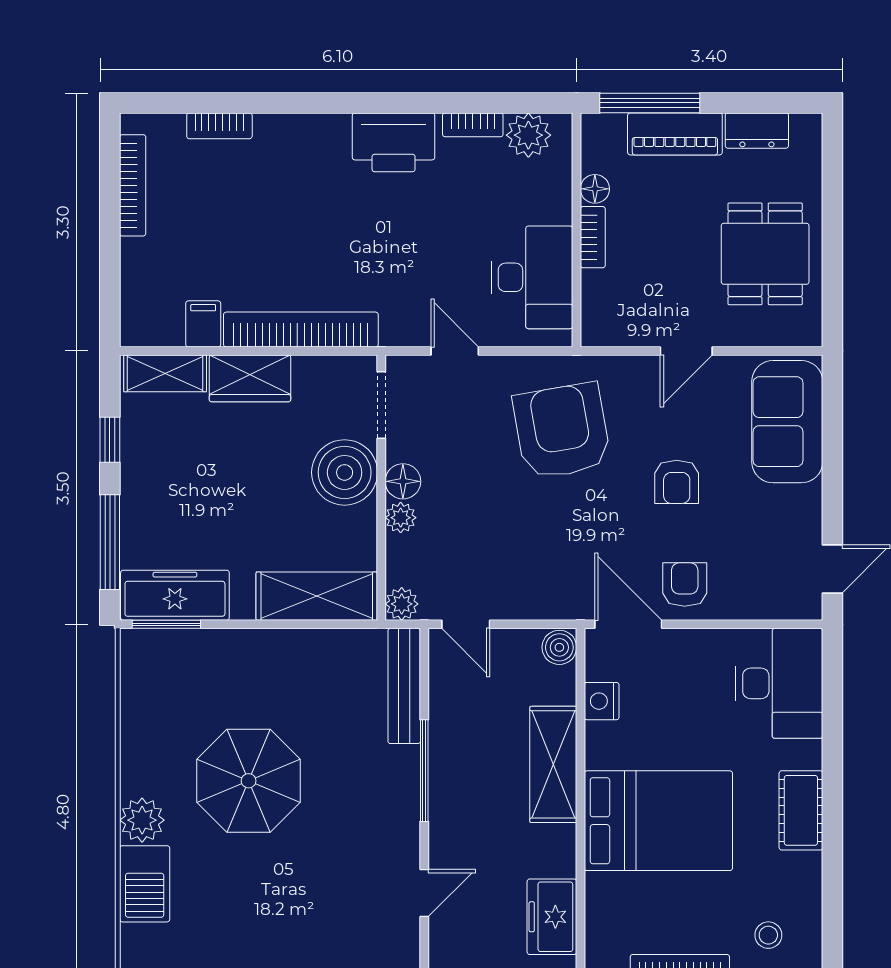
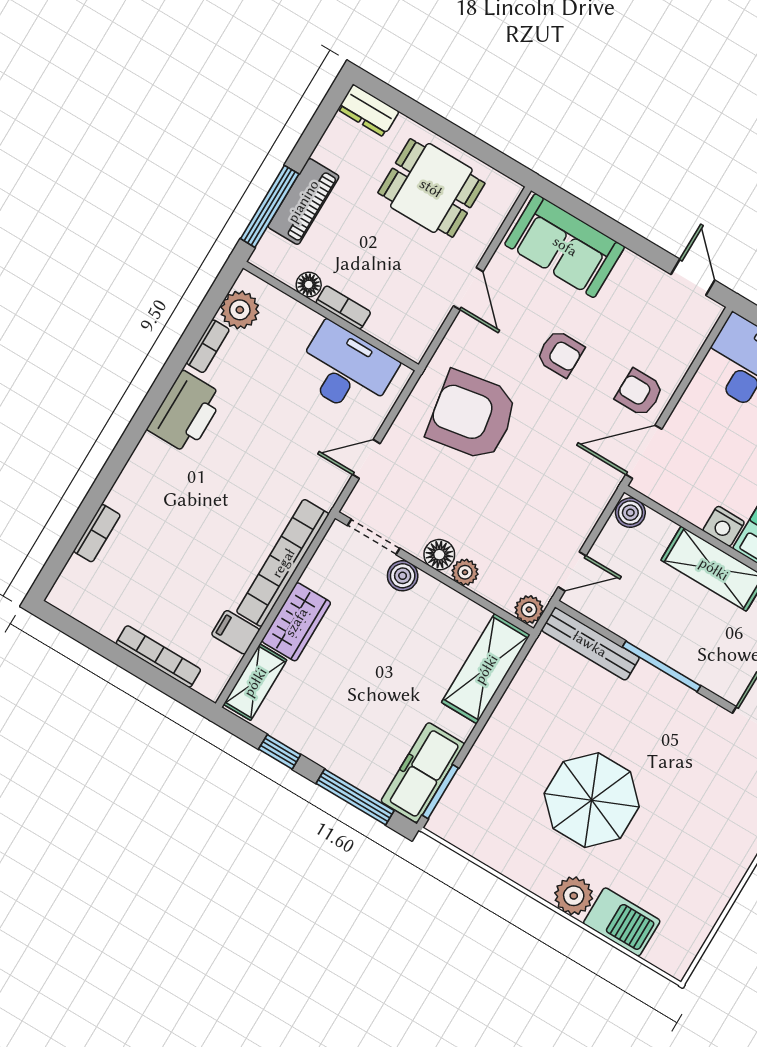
dresser: (757, 131) -> (368, 111), moved, turned 90
bookcase: (133, 185) -> (158, 657), moved
boiler: (345, 472) -> (403, 576), width x0.54, depth x0.54
nightstand: (602, 701) -> (724, 526), moved

